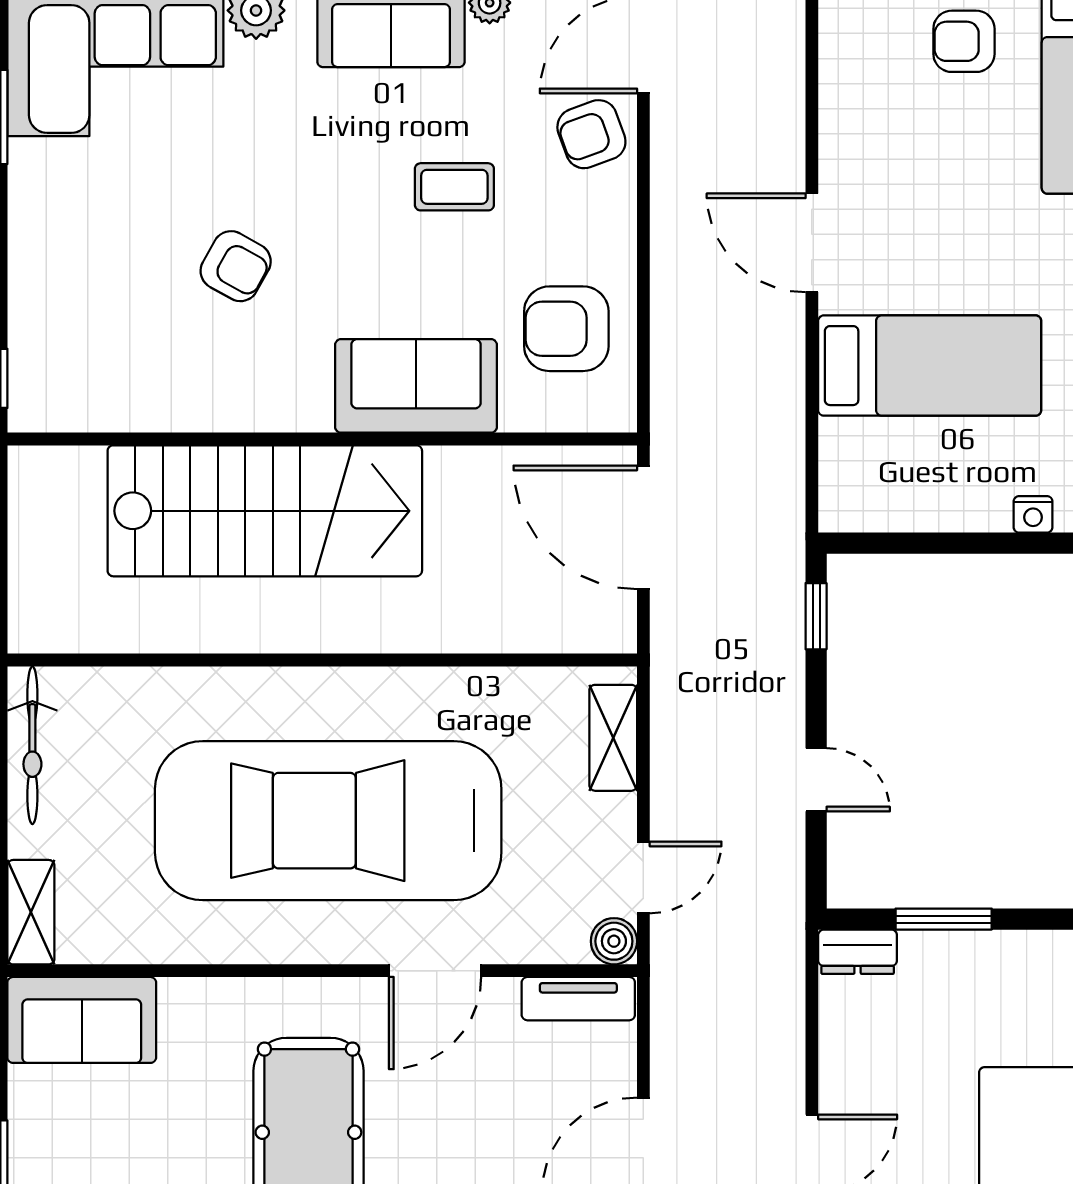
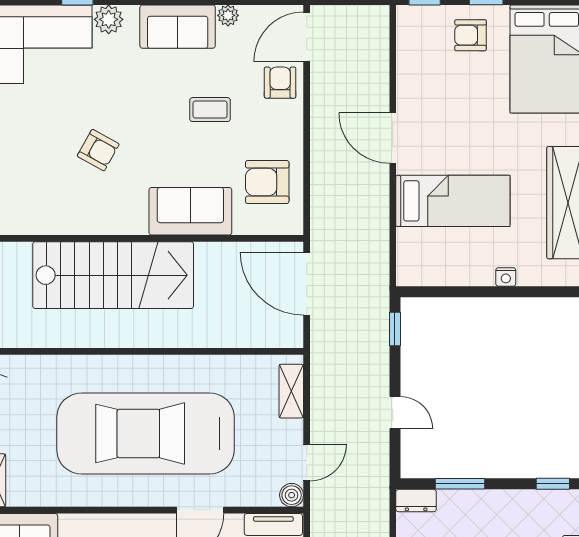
armchair: (591, 134) -> (280, 83), turned 110

